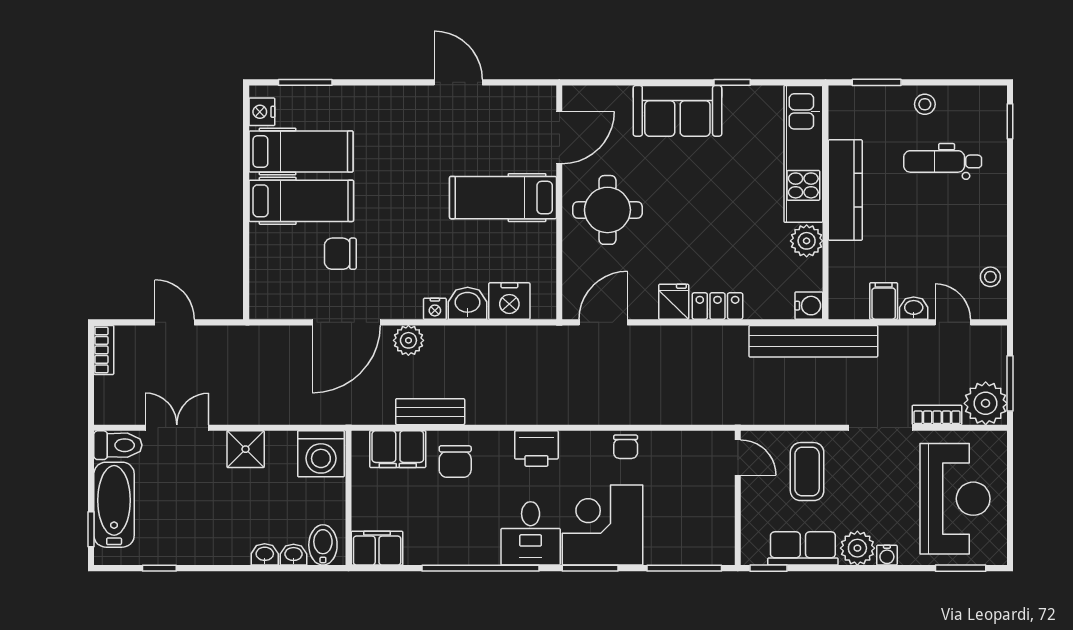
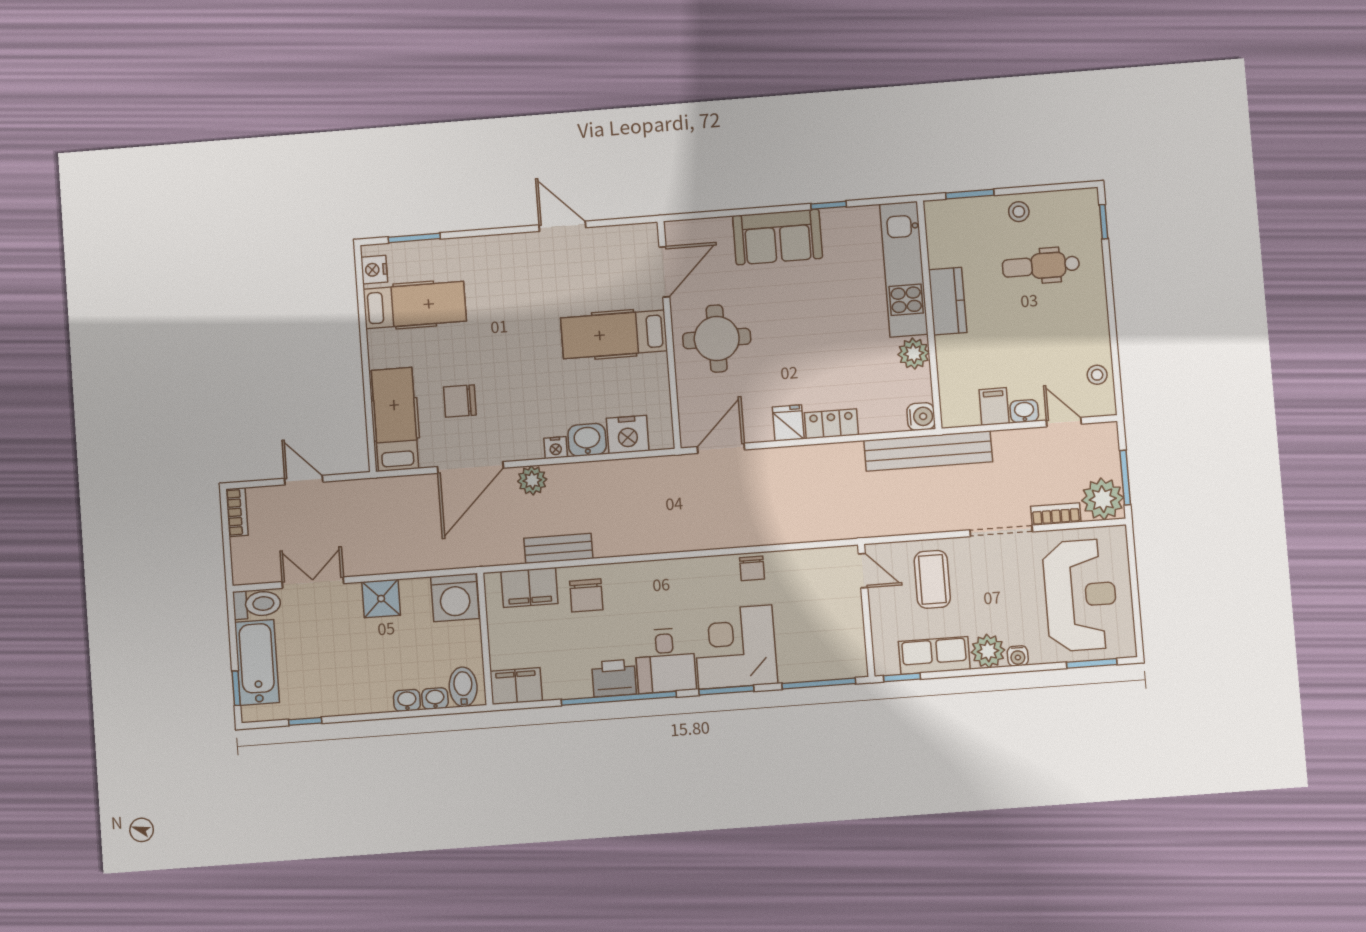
kitchen counter: (845, 190) -> (948, 301), width x0.67
hospital bed: (301, 201) -> (395, 419), moved, turned -90
printer: (536, 448) -> (614, 678), moved, turned 180

